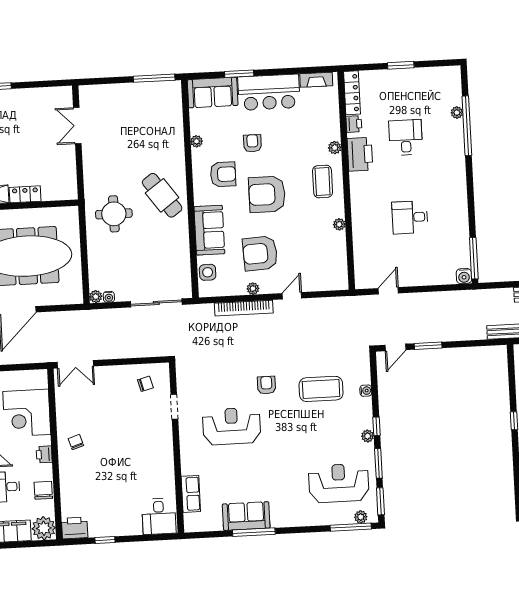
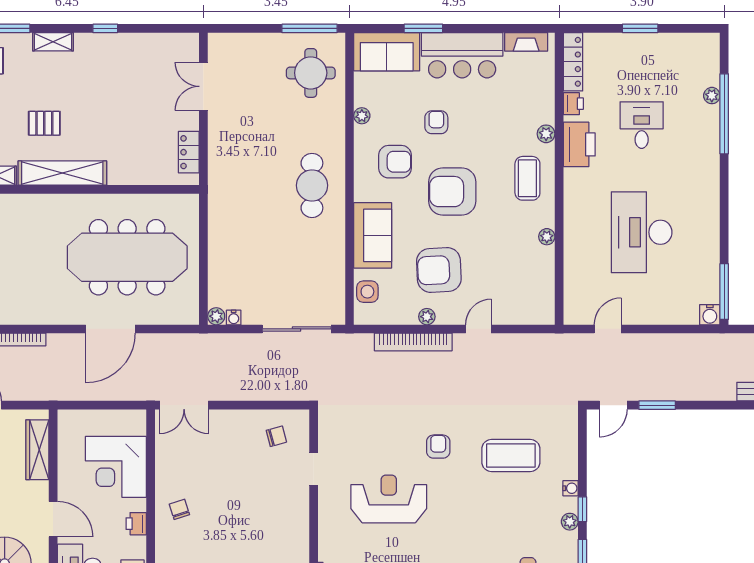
locker: (25, 194) -> (189, 152), moved, turned -90
cafe table: (162, 195) -> (312, 185), turned 36
round table: (114, 214) -> (311, 73), moved
desk: (410, 217) -> (642, 232), width x1.87, depth x1.30
water cooler: (366, 391) -> (571, 488), moved

